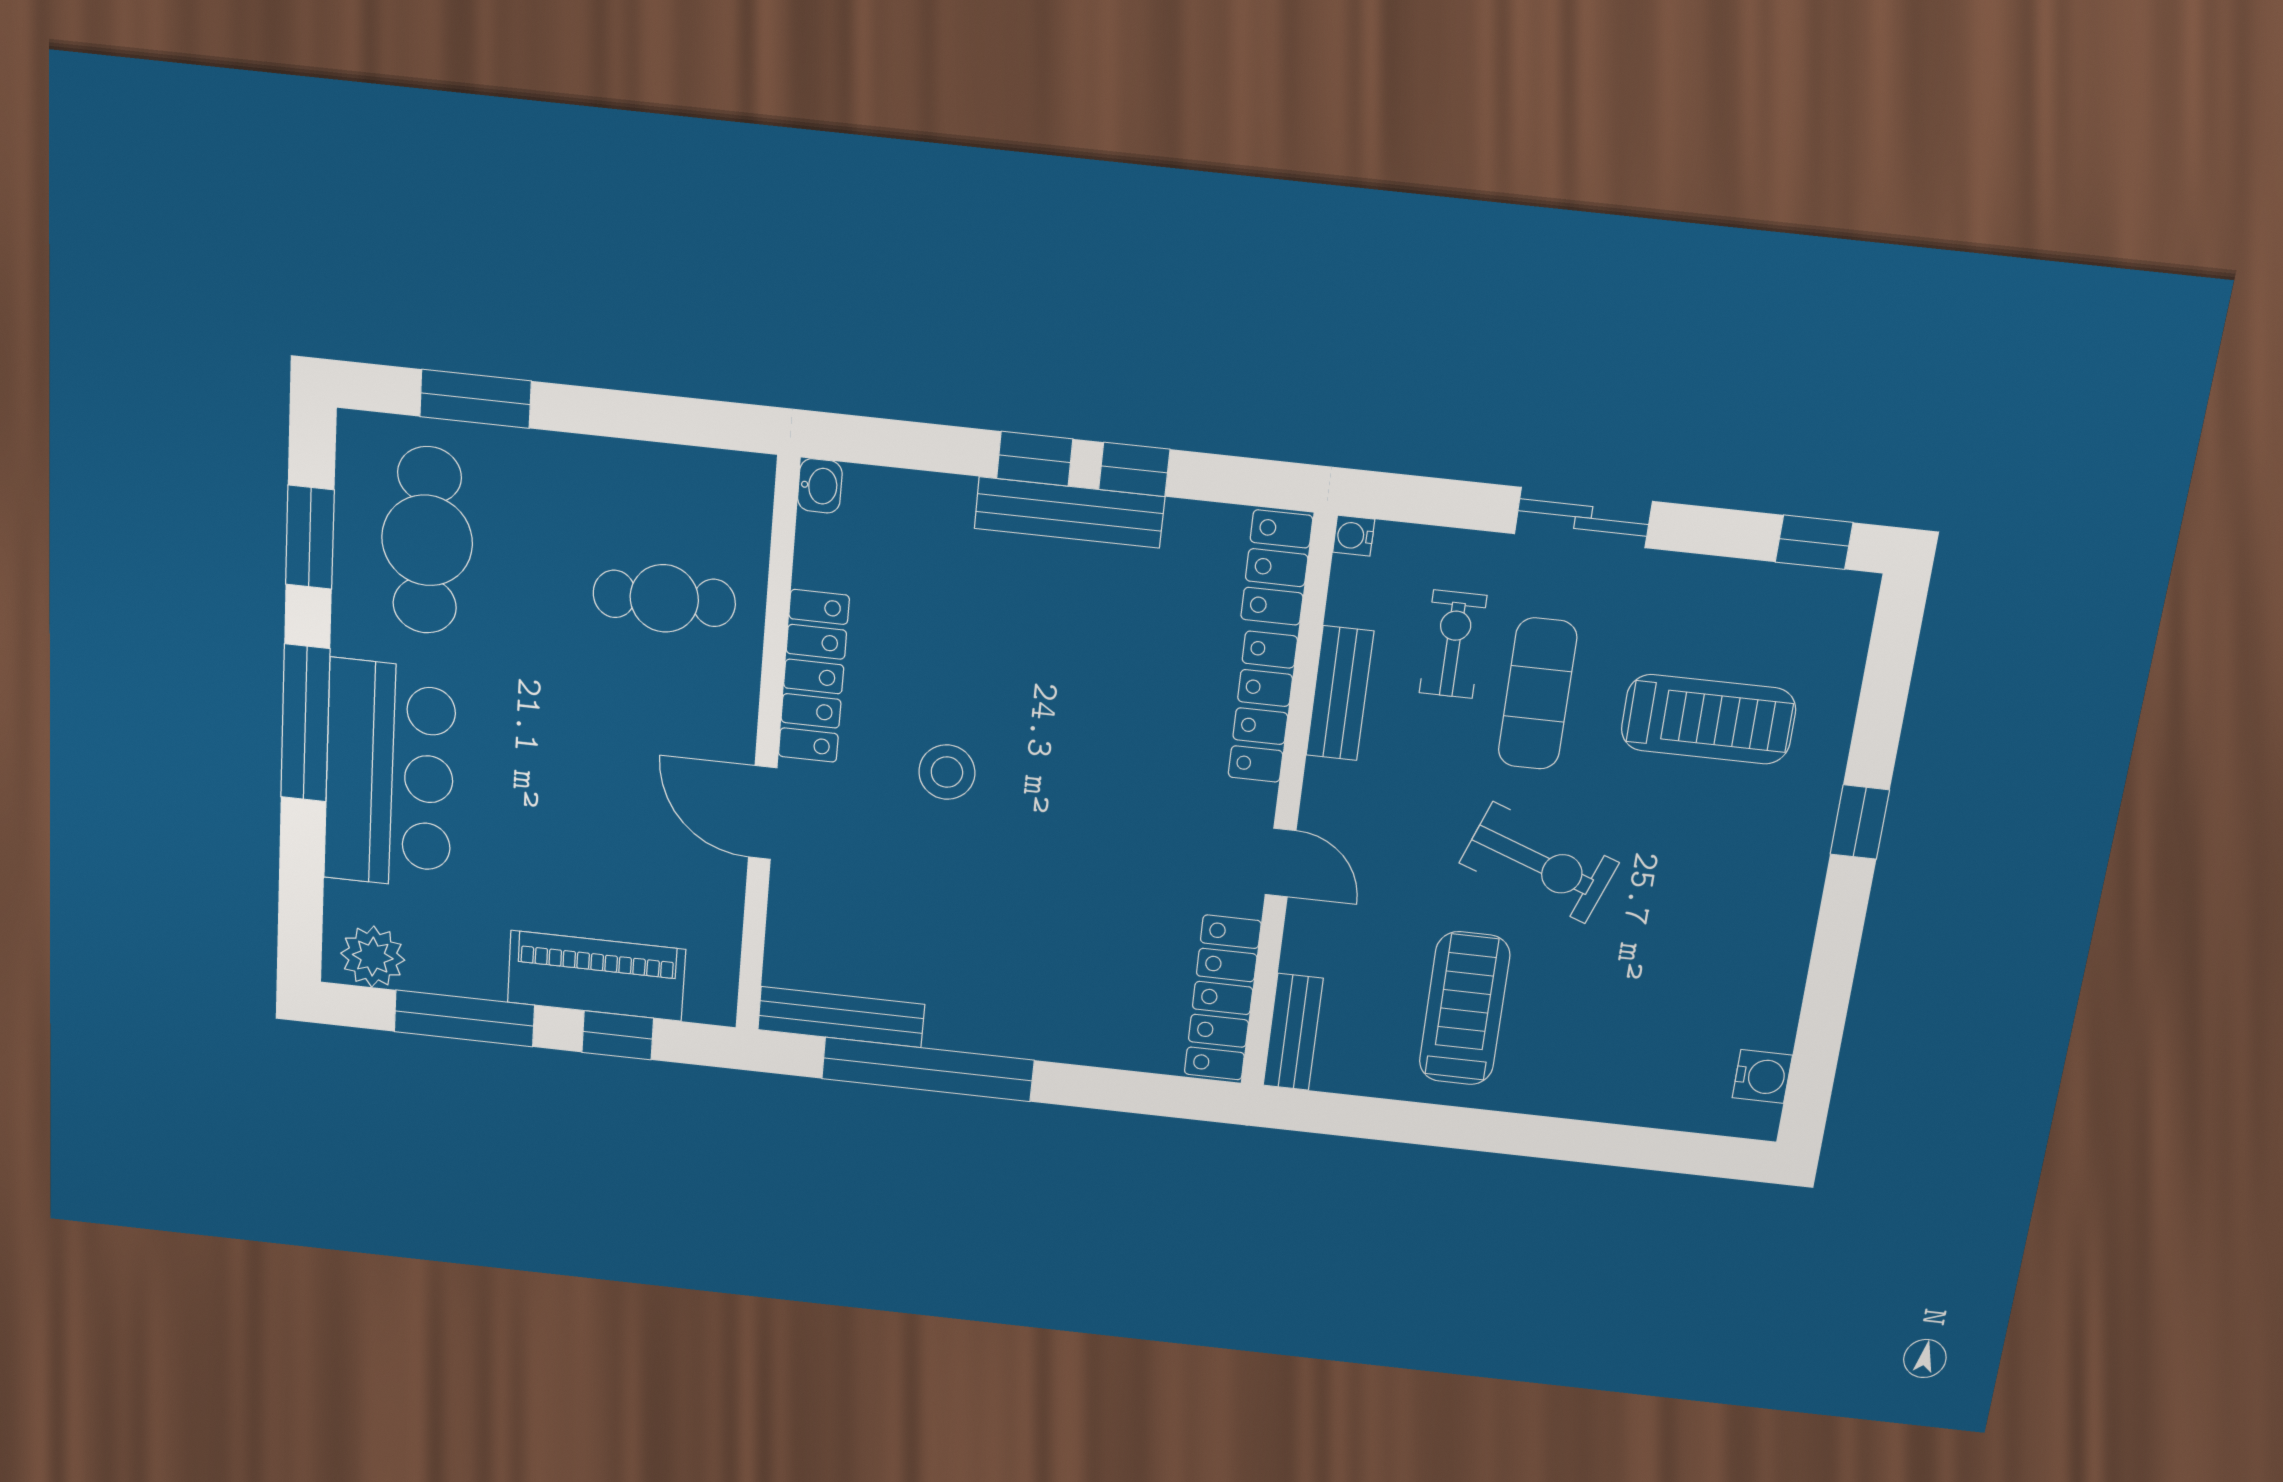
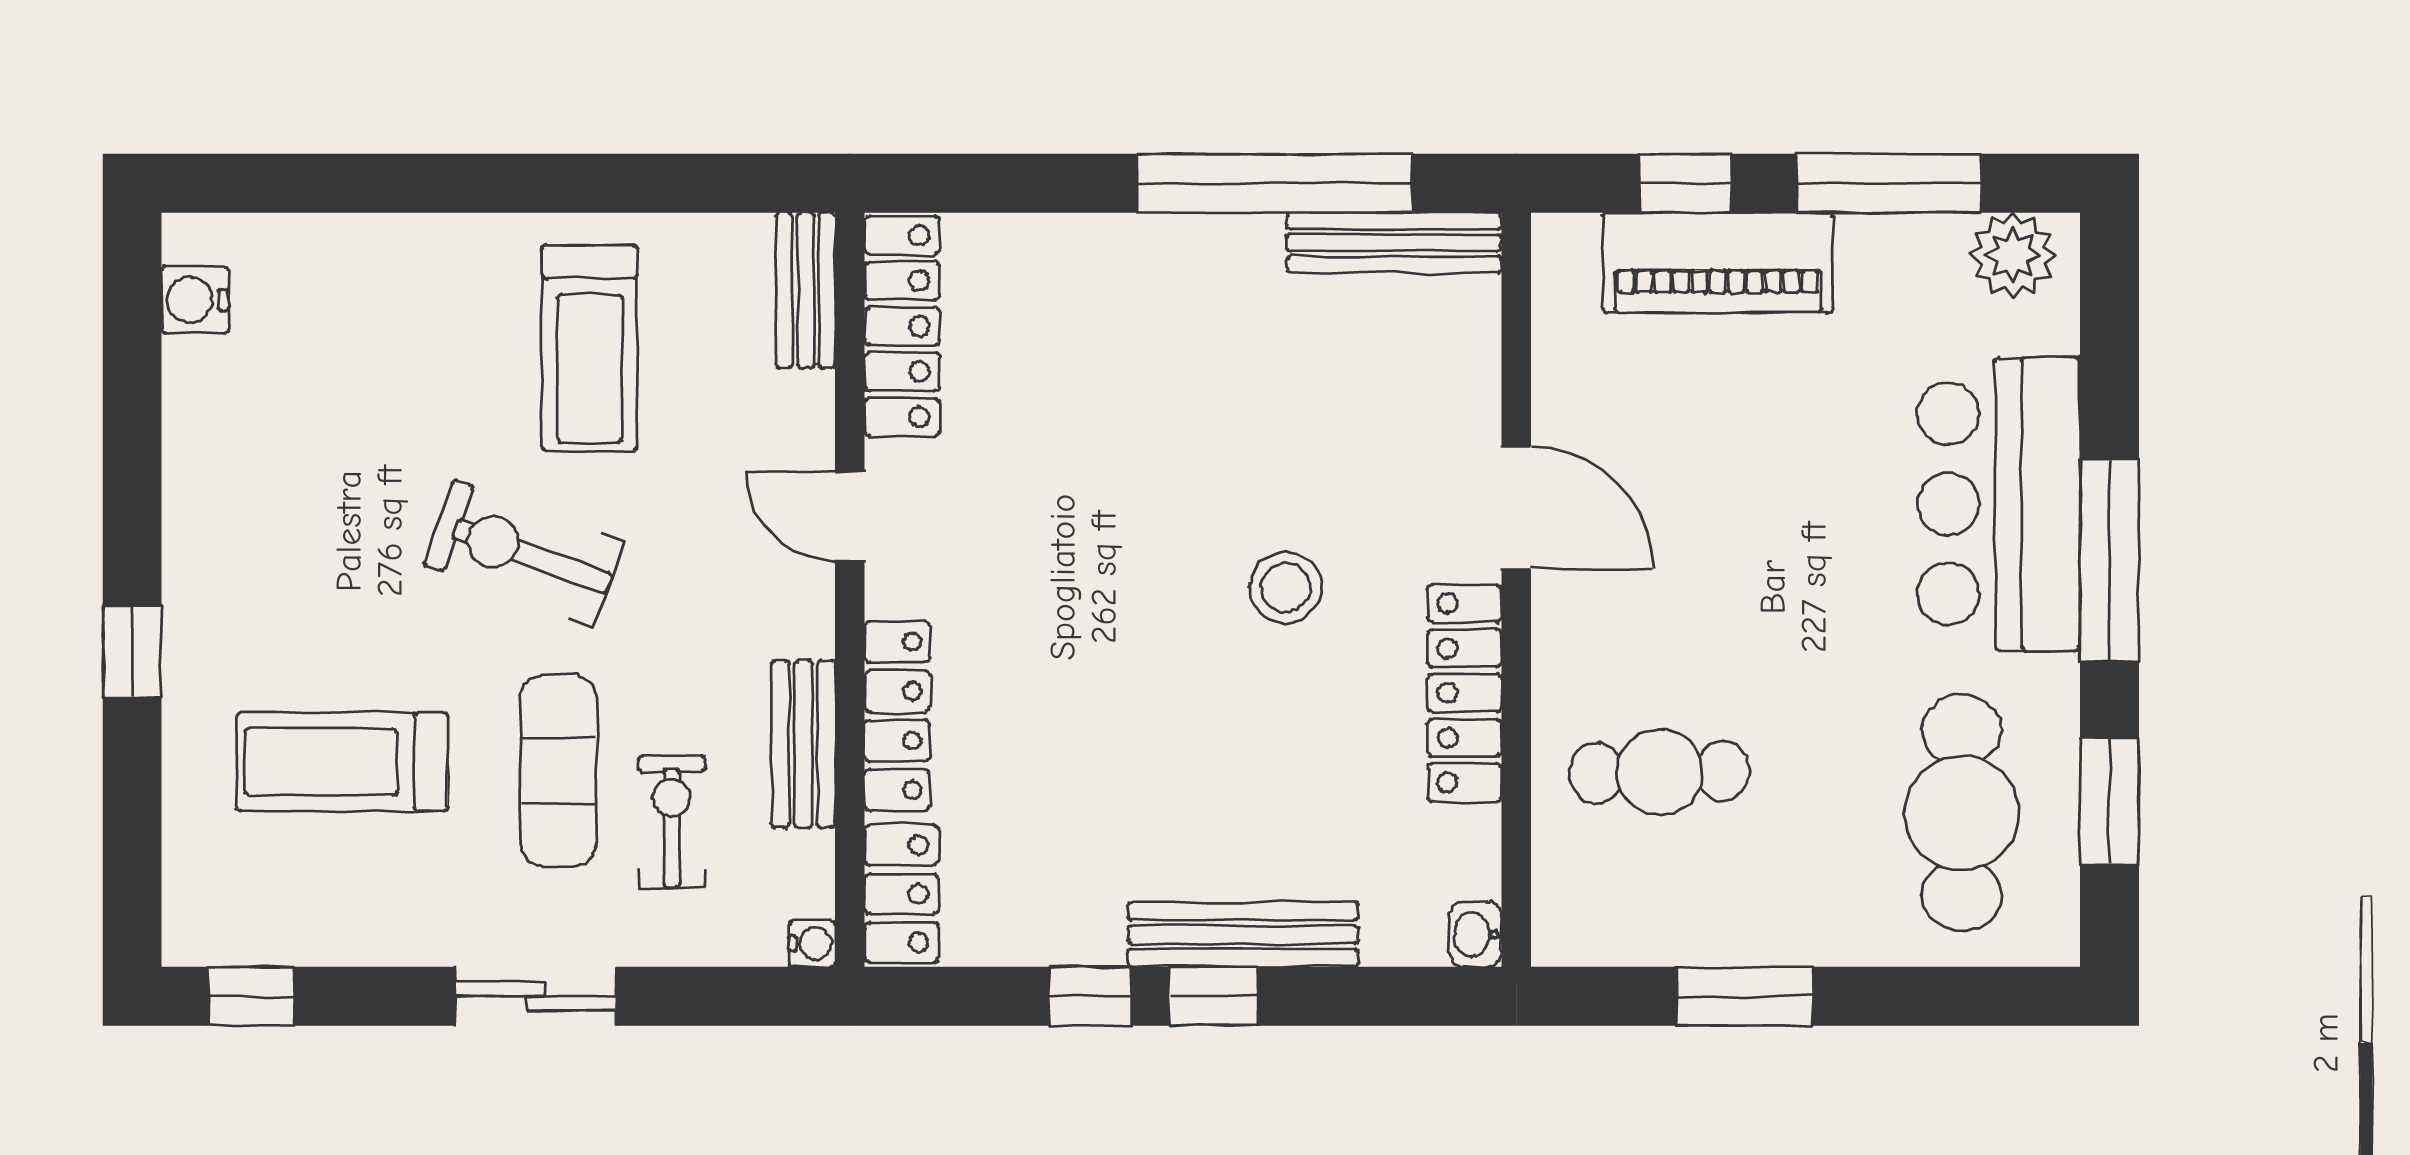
window: (475, 399) -> (1744, 996), moved
bench: (1069, 512) -> (1243, 935), moved
exercise bike: (1453, 644) -> (672, 822), turned 180

